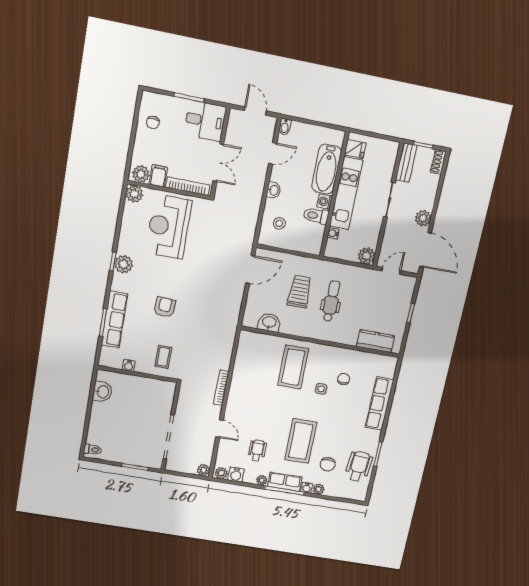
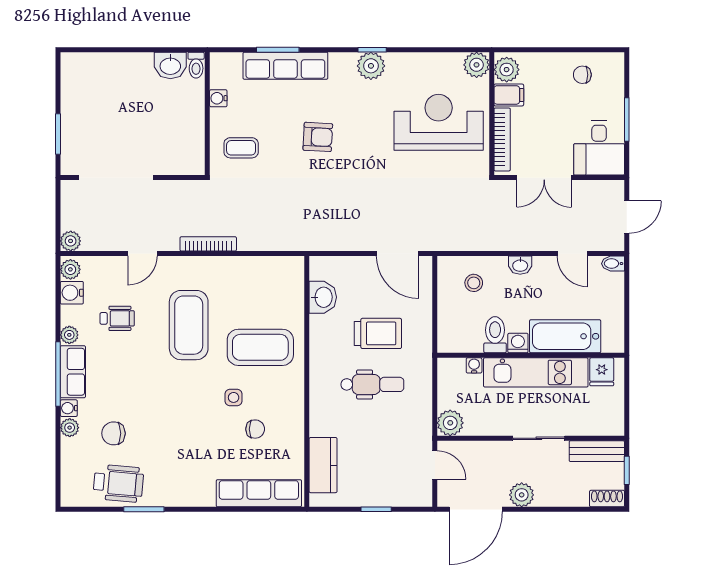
row of seats: (379, 404) -> (259, 493), moved
coffee table: (301, 441) -> (189, 325), moved, turned 90
toilet: (93, 450) -> (196, 65), moved

